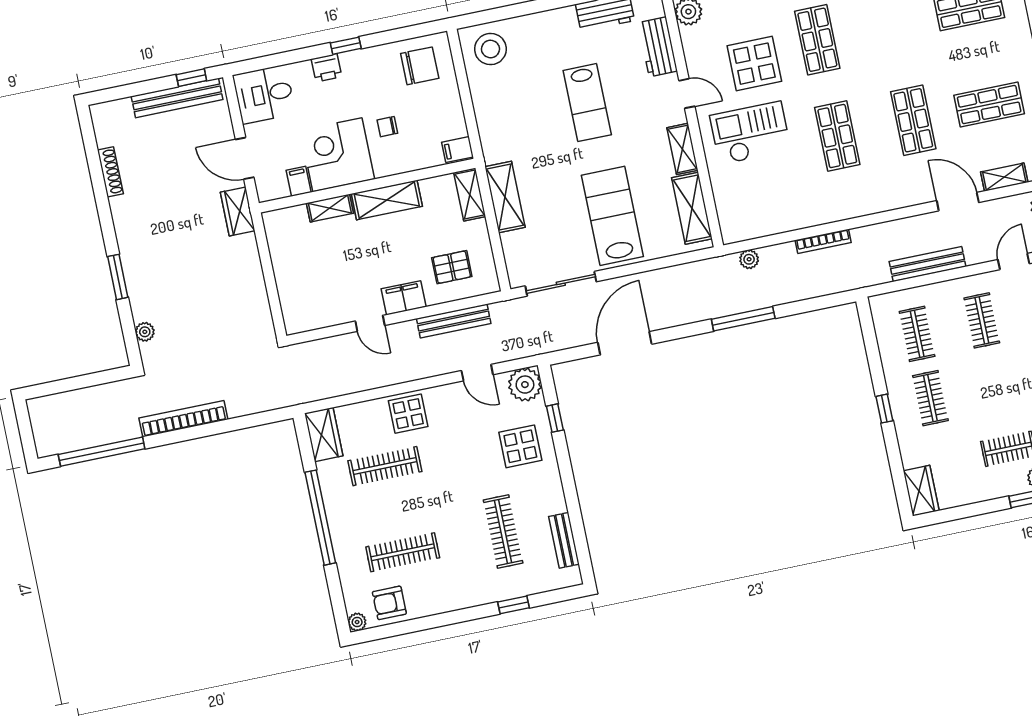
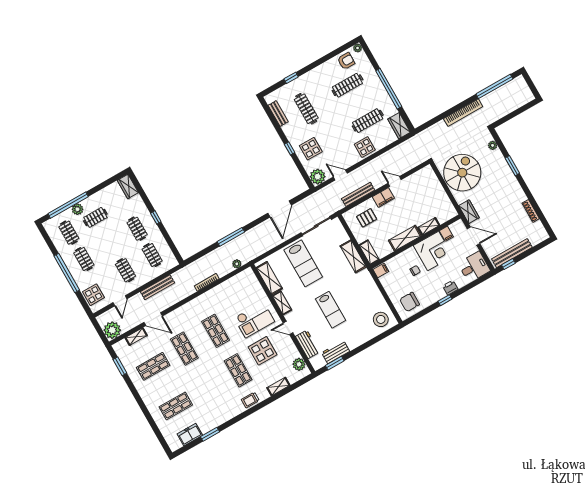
lab bench: (587, 103) -> (331, 310), turned 180
spiral stairs: (225, 296) -> (462, 173), added
window: (555, 418) -> (290, 148), moved

